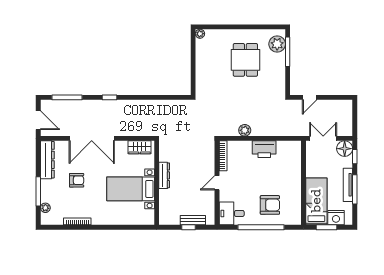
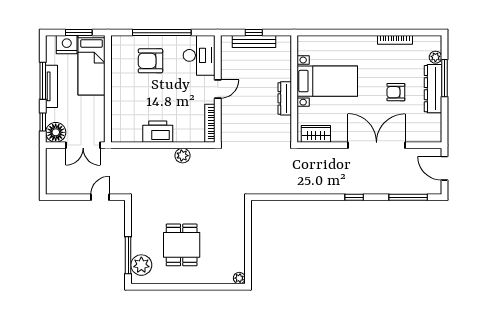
dresser: (47, 160) -> (433, 89), moved
desk: (232, 213) -> (199, 55), width x1.37
bench: (193, 220) -> (254, 41), width x1.36

